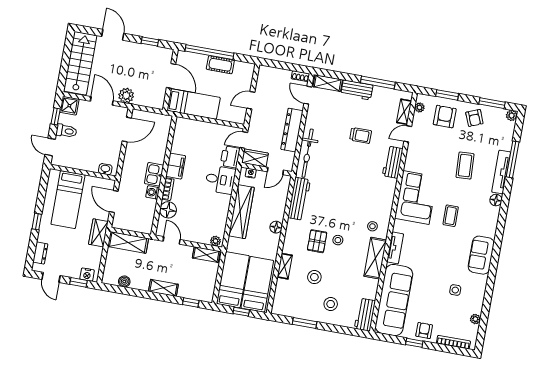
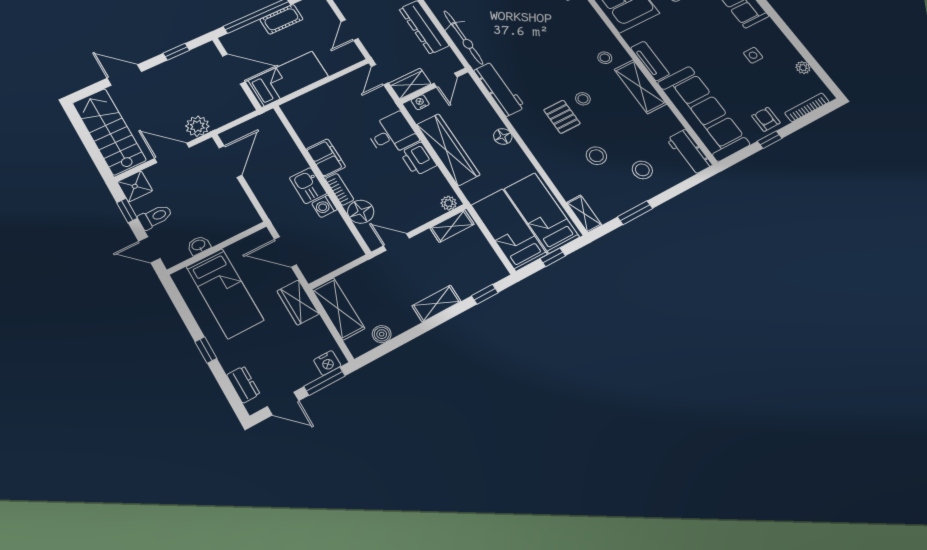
printer: (230, 157) -> (418, 159), moved
washbasin: (105, 169) -> (199, 245), moved
shelving: (128, 242) -> (338, 309), moved, turned 90
shelving: (285, 266) -> (584, 214), moved
window: (79, 282) -> (325, 381), width x1.50

